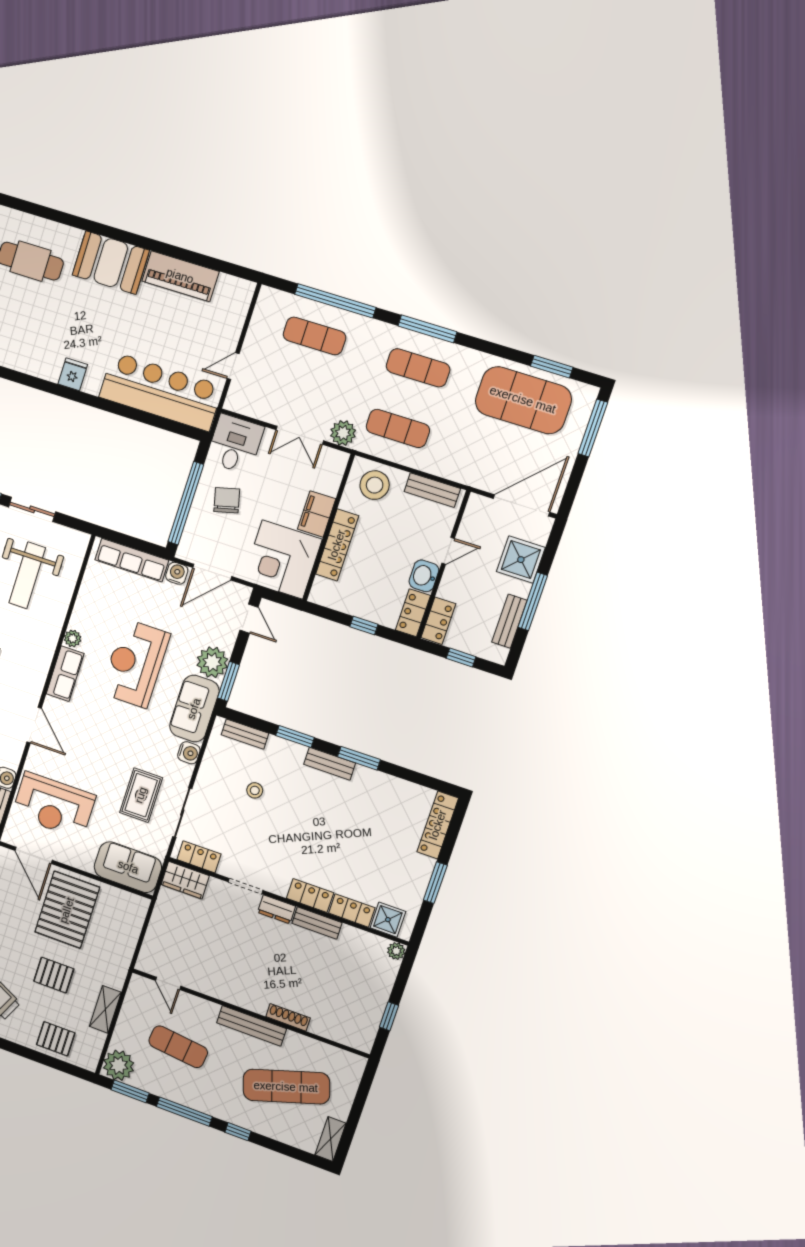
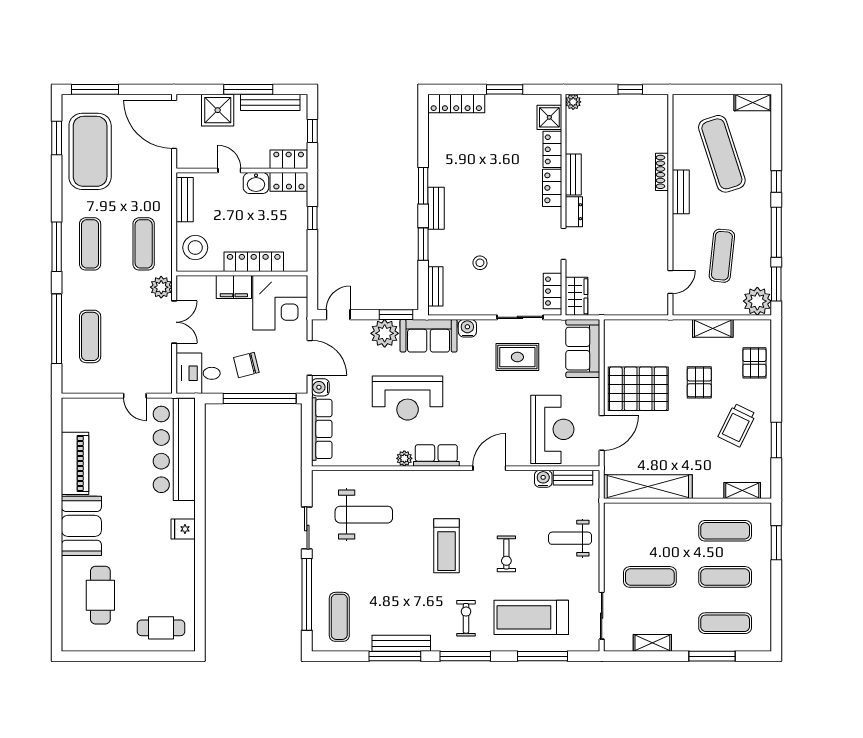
bench: (509, 621) -> (270, 102), width x1.36
bench: (252, 1026) -> (681, 192), width x0.73

